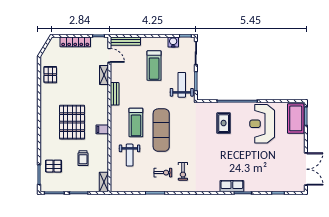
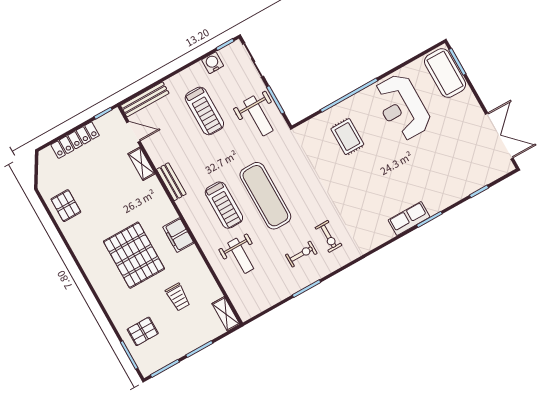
weight bench: (182, 85) -> (258, 116), turned 180
filing cabinet: (102, 129) -> (178, 235), width x2.00

